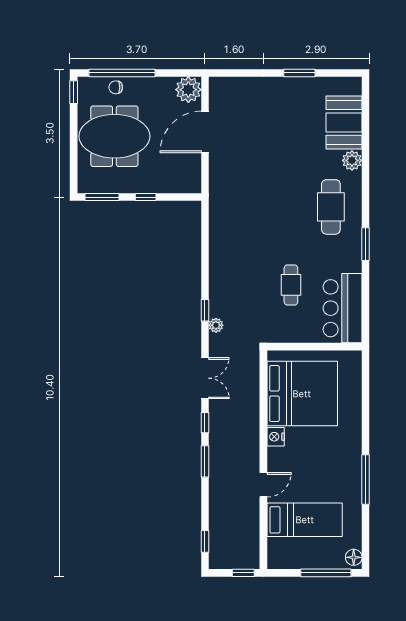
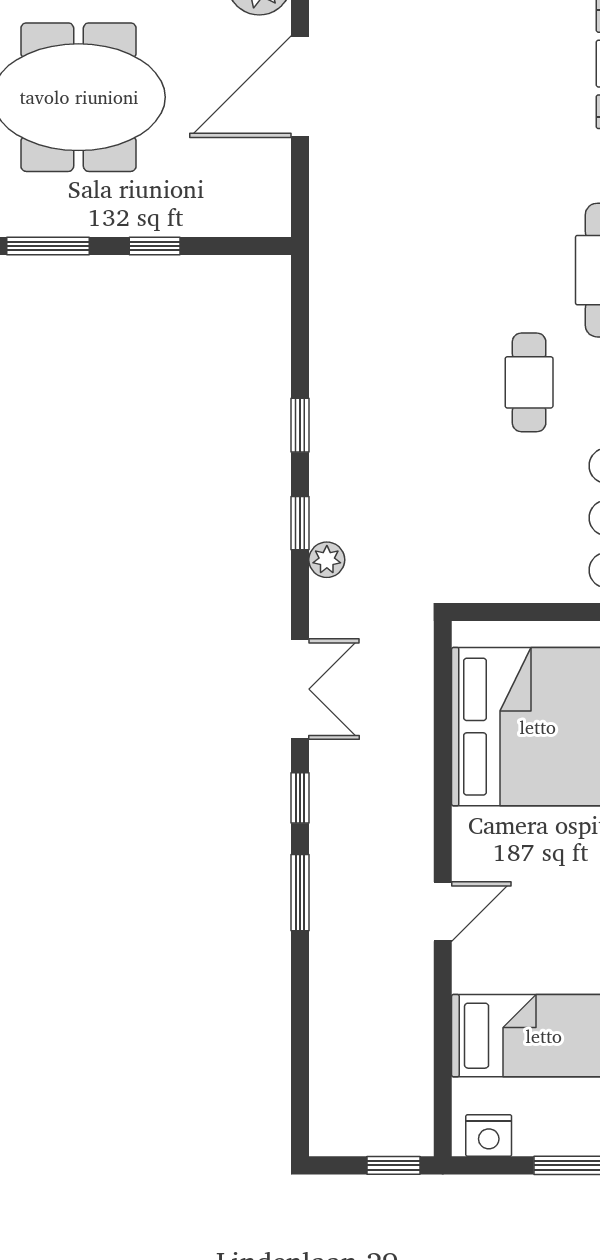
cafe table: (291, 285) -> (529, 382), moved
nightstand: (276, 437) -> (489, 1136), moved, turned -90
door: (263, 485) -> (443, 912), moved
window: (205, 541) -> (300, 425), moved

